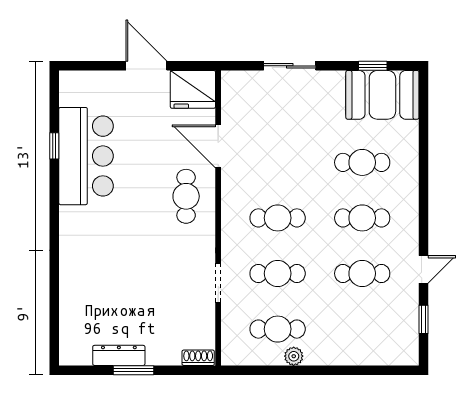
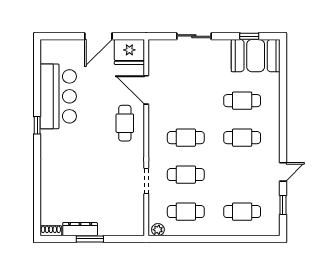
door: (146, 66) -> (98, 36), swing flipped
window: (54, 146) -> (37, 125), moved
cafe table: (362, 273) -> (242, 212), moved
plant: (294, 356) -> (158, 230), moved
shoe rack: (198, 358) -> (51, 231), moved

